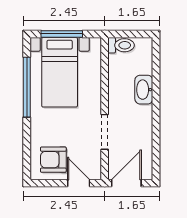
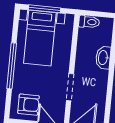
window: (27, 87) -> (12, 66), moved
armchair: (53, 160) -> (28, 105), turned 180

